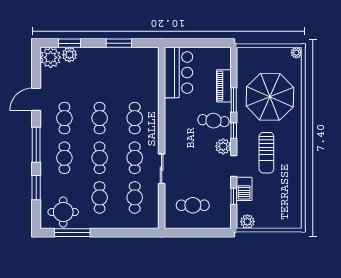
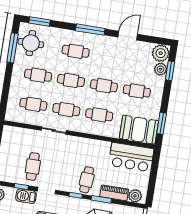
window: (119, 43) -> (162, 123), moved
booth: (145, 69) -> (139, 130), added
door: (36, 99) -> (128, 36), hinge flipped
cafe table: (64, 118) -> (137, 91), moved
plant: (223, 146) -> (135, 196), moved
window: (36, 188) -> (40, 21), moved
cafe table: (193, 205) -> (33, 166), moved

